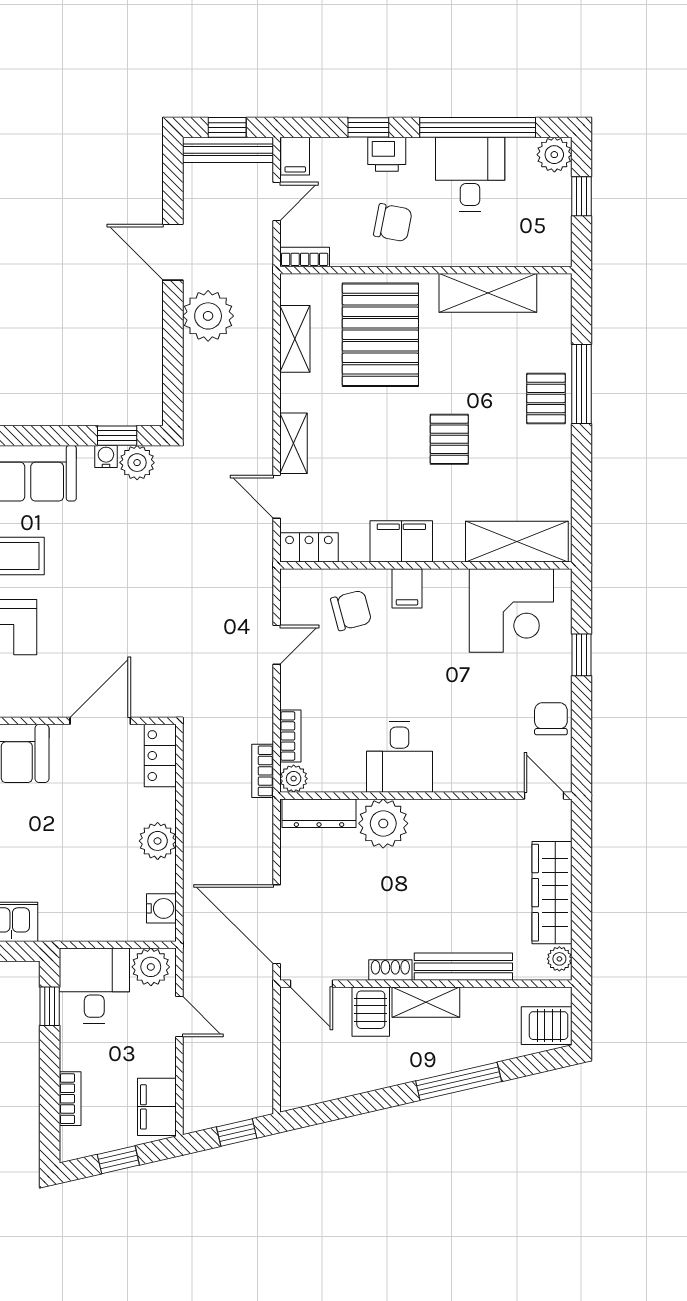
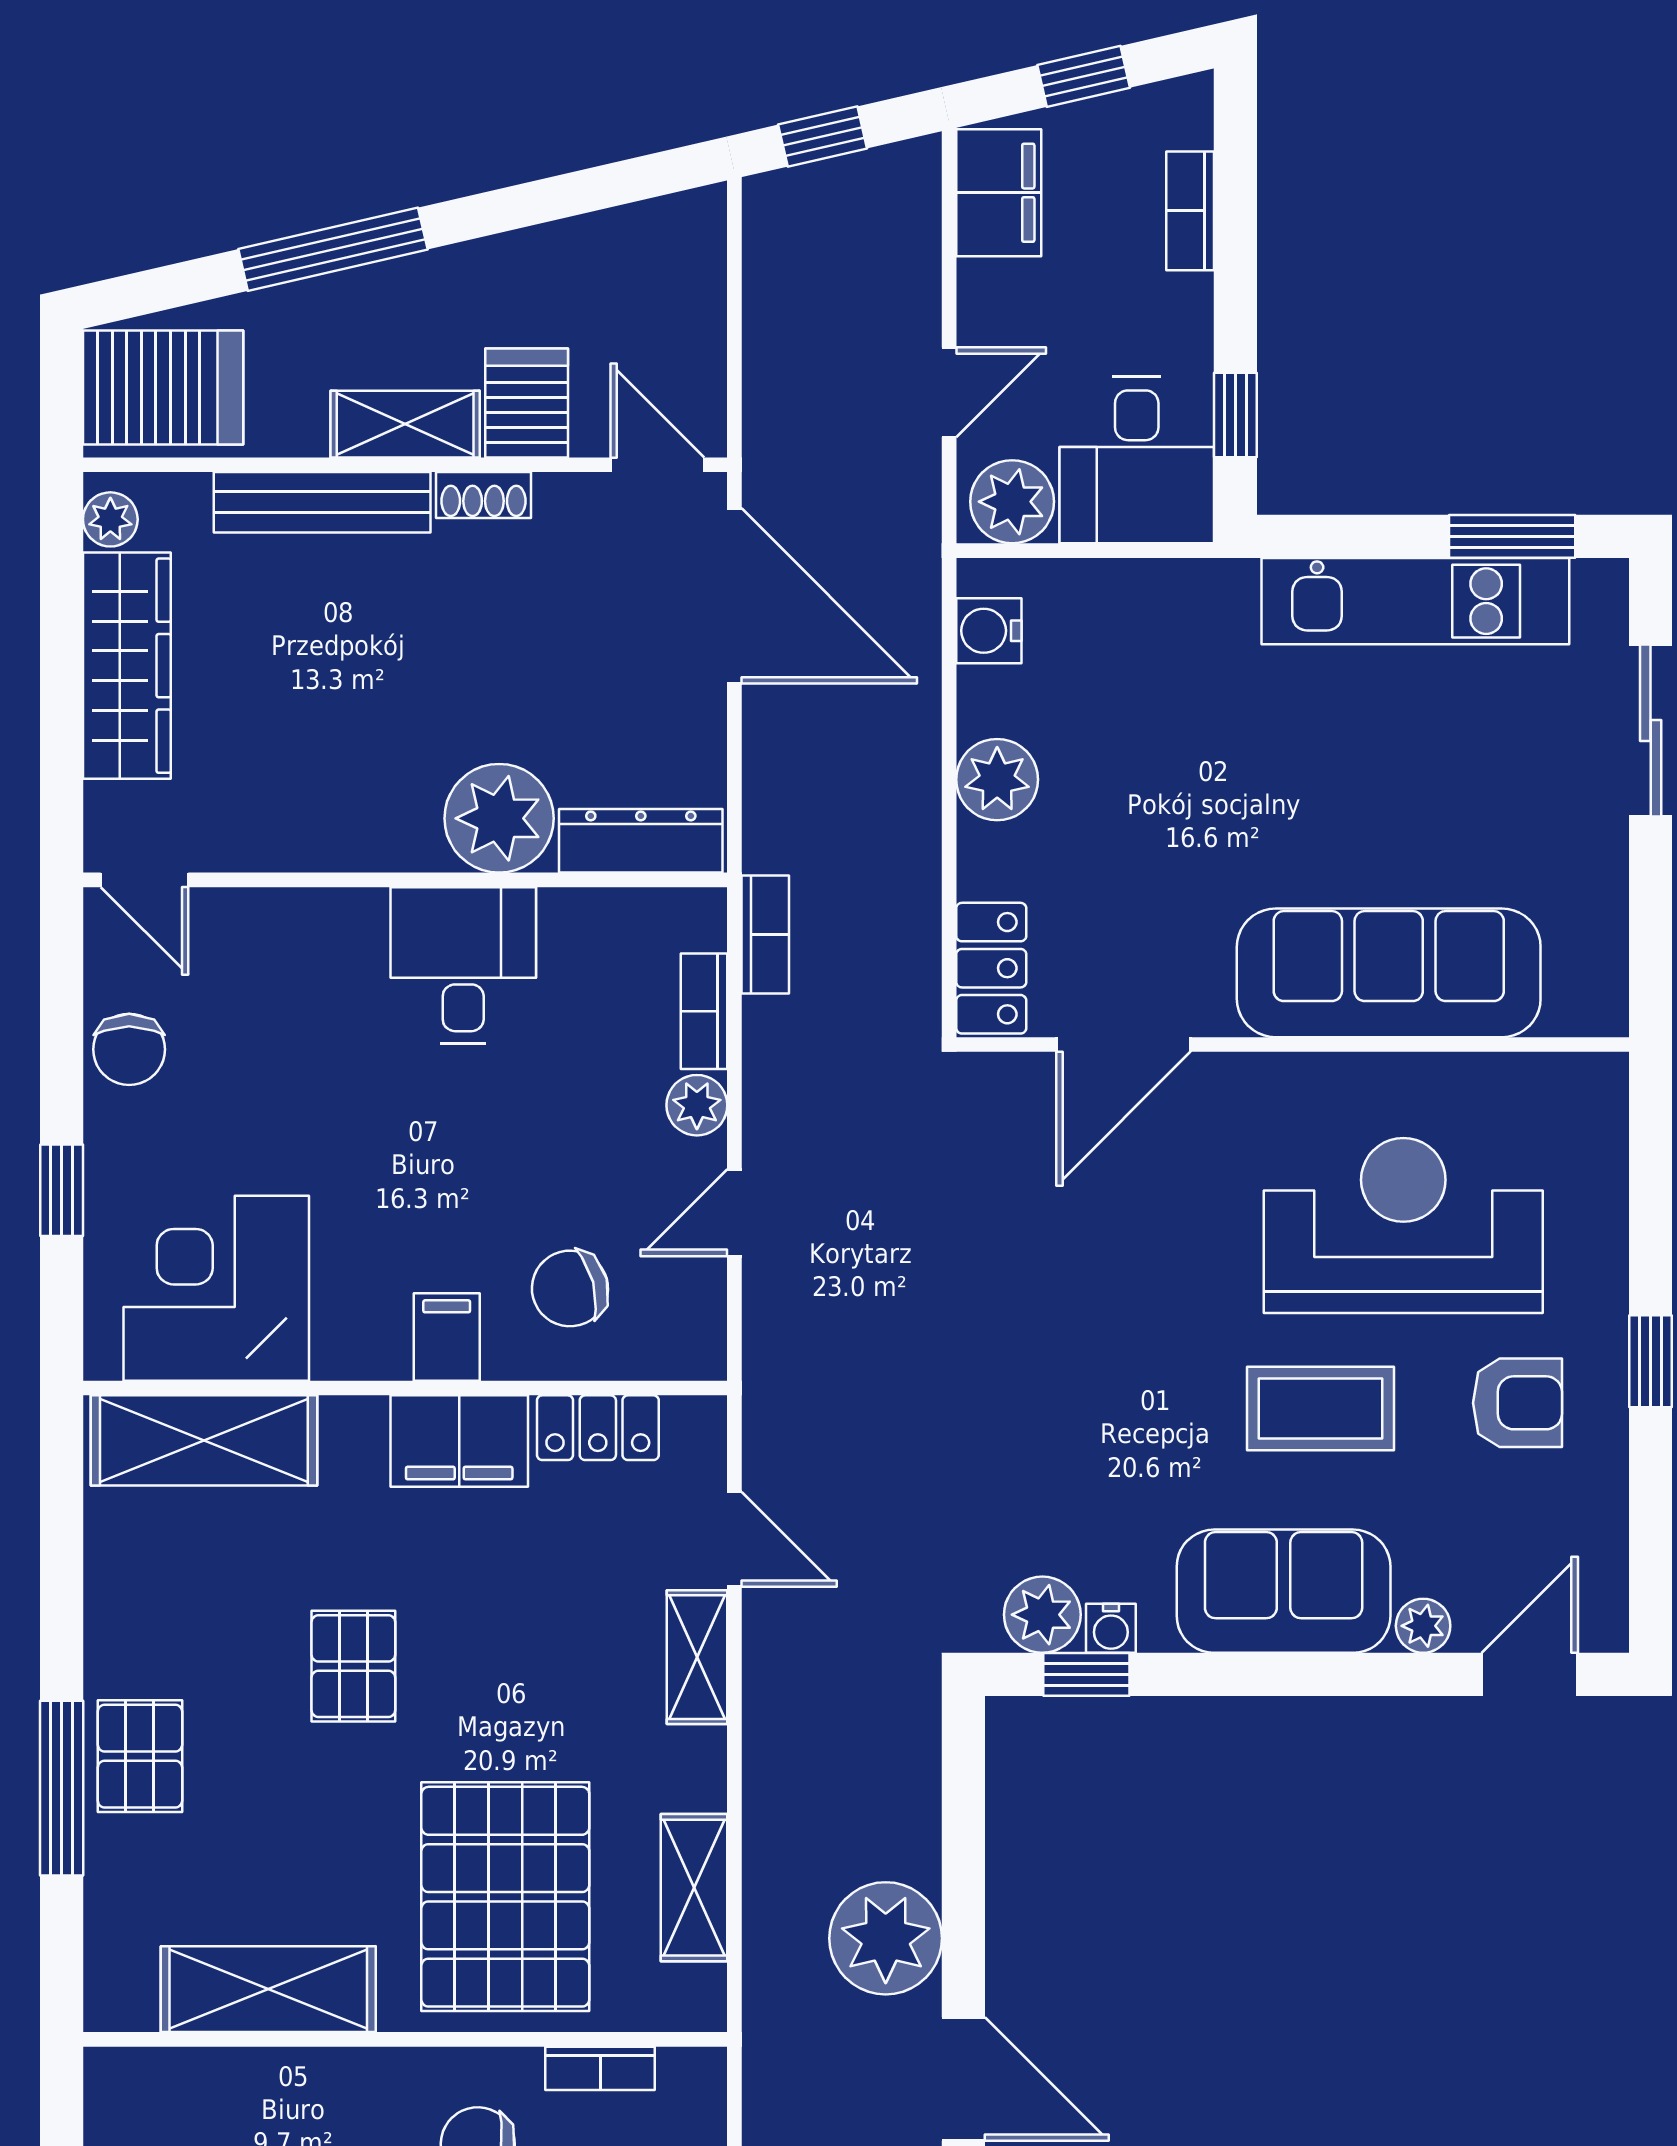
bookcase: (305, 257) -> (600, 2068), moved
locker: (309, 547) -> (598, 1428), moved
plant: (294, 779) -> (697, 1105), moved
door: (179, 1017) -> (949, 392), swing flipped
server rack: (547, 1026) -> (163, 388), width x1.36, depth x1.44

